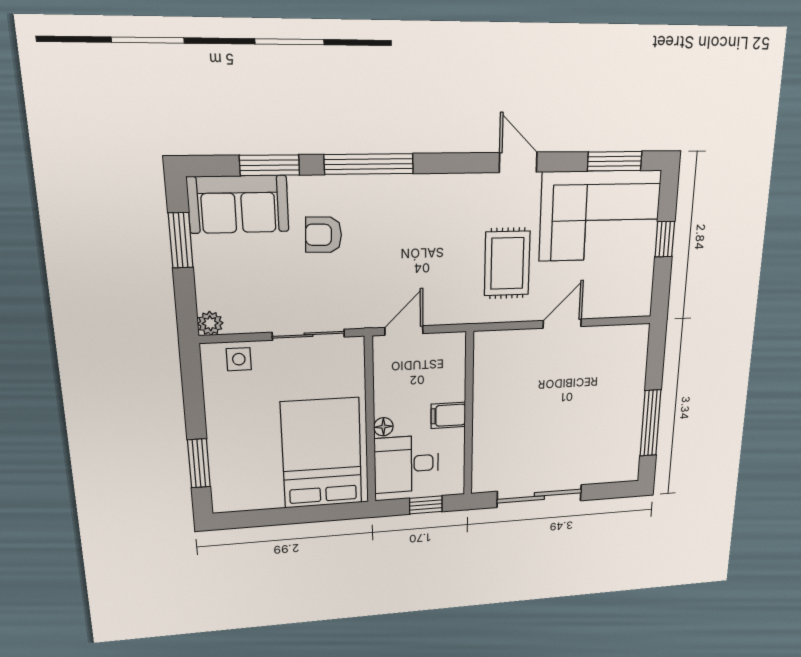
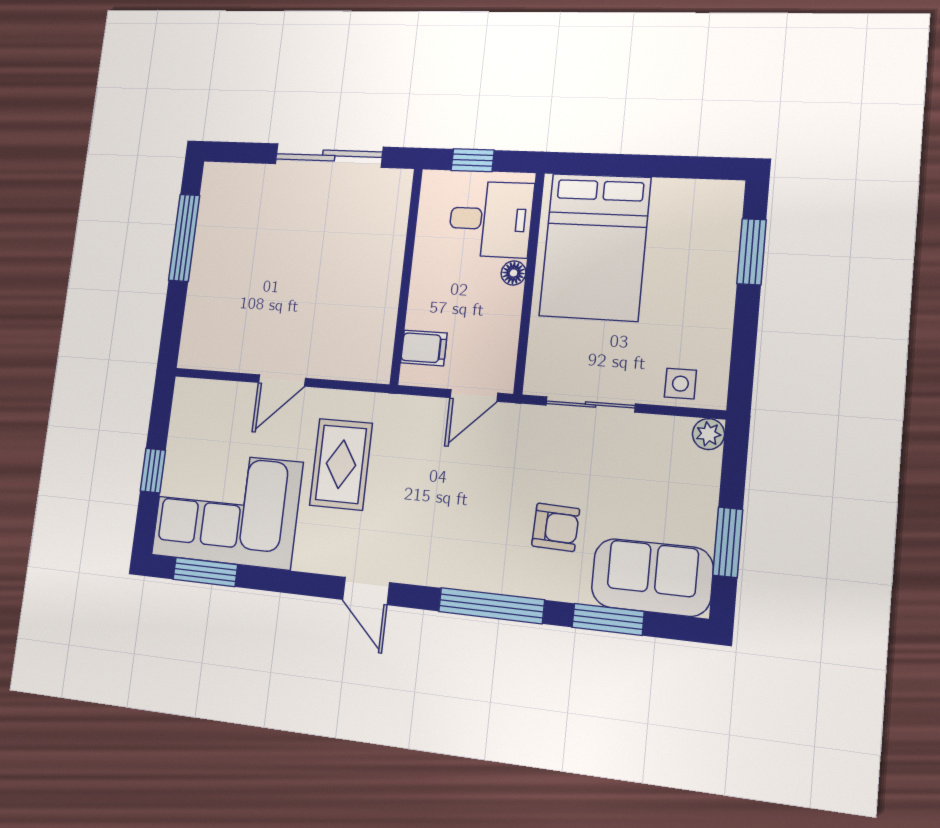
door: (518, 162) -> (366, 591), moved
filing cabinet: (448, 415) -> (424, 348), moved

